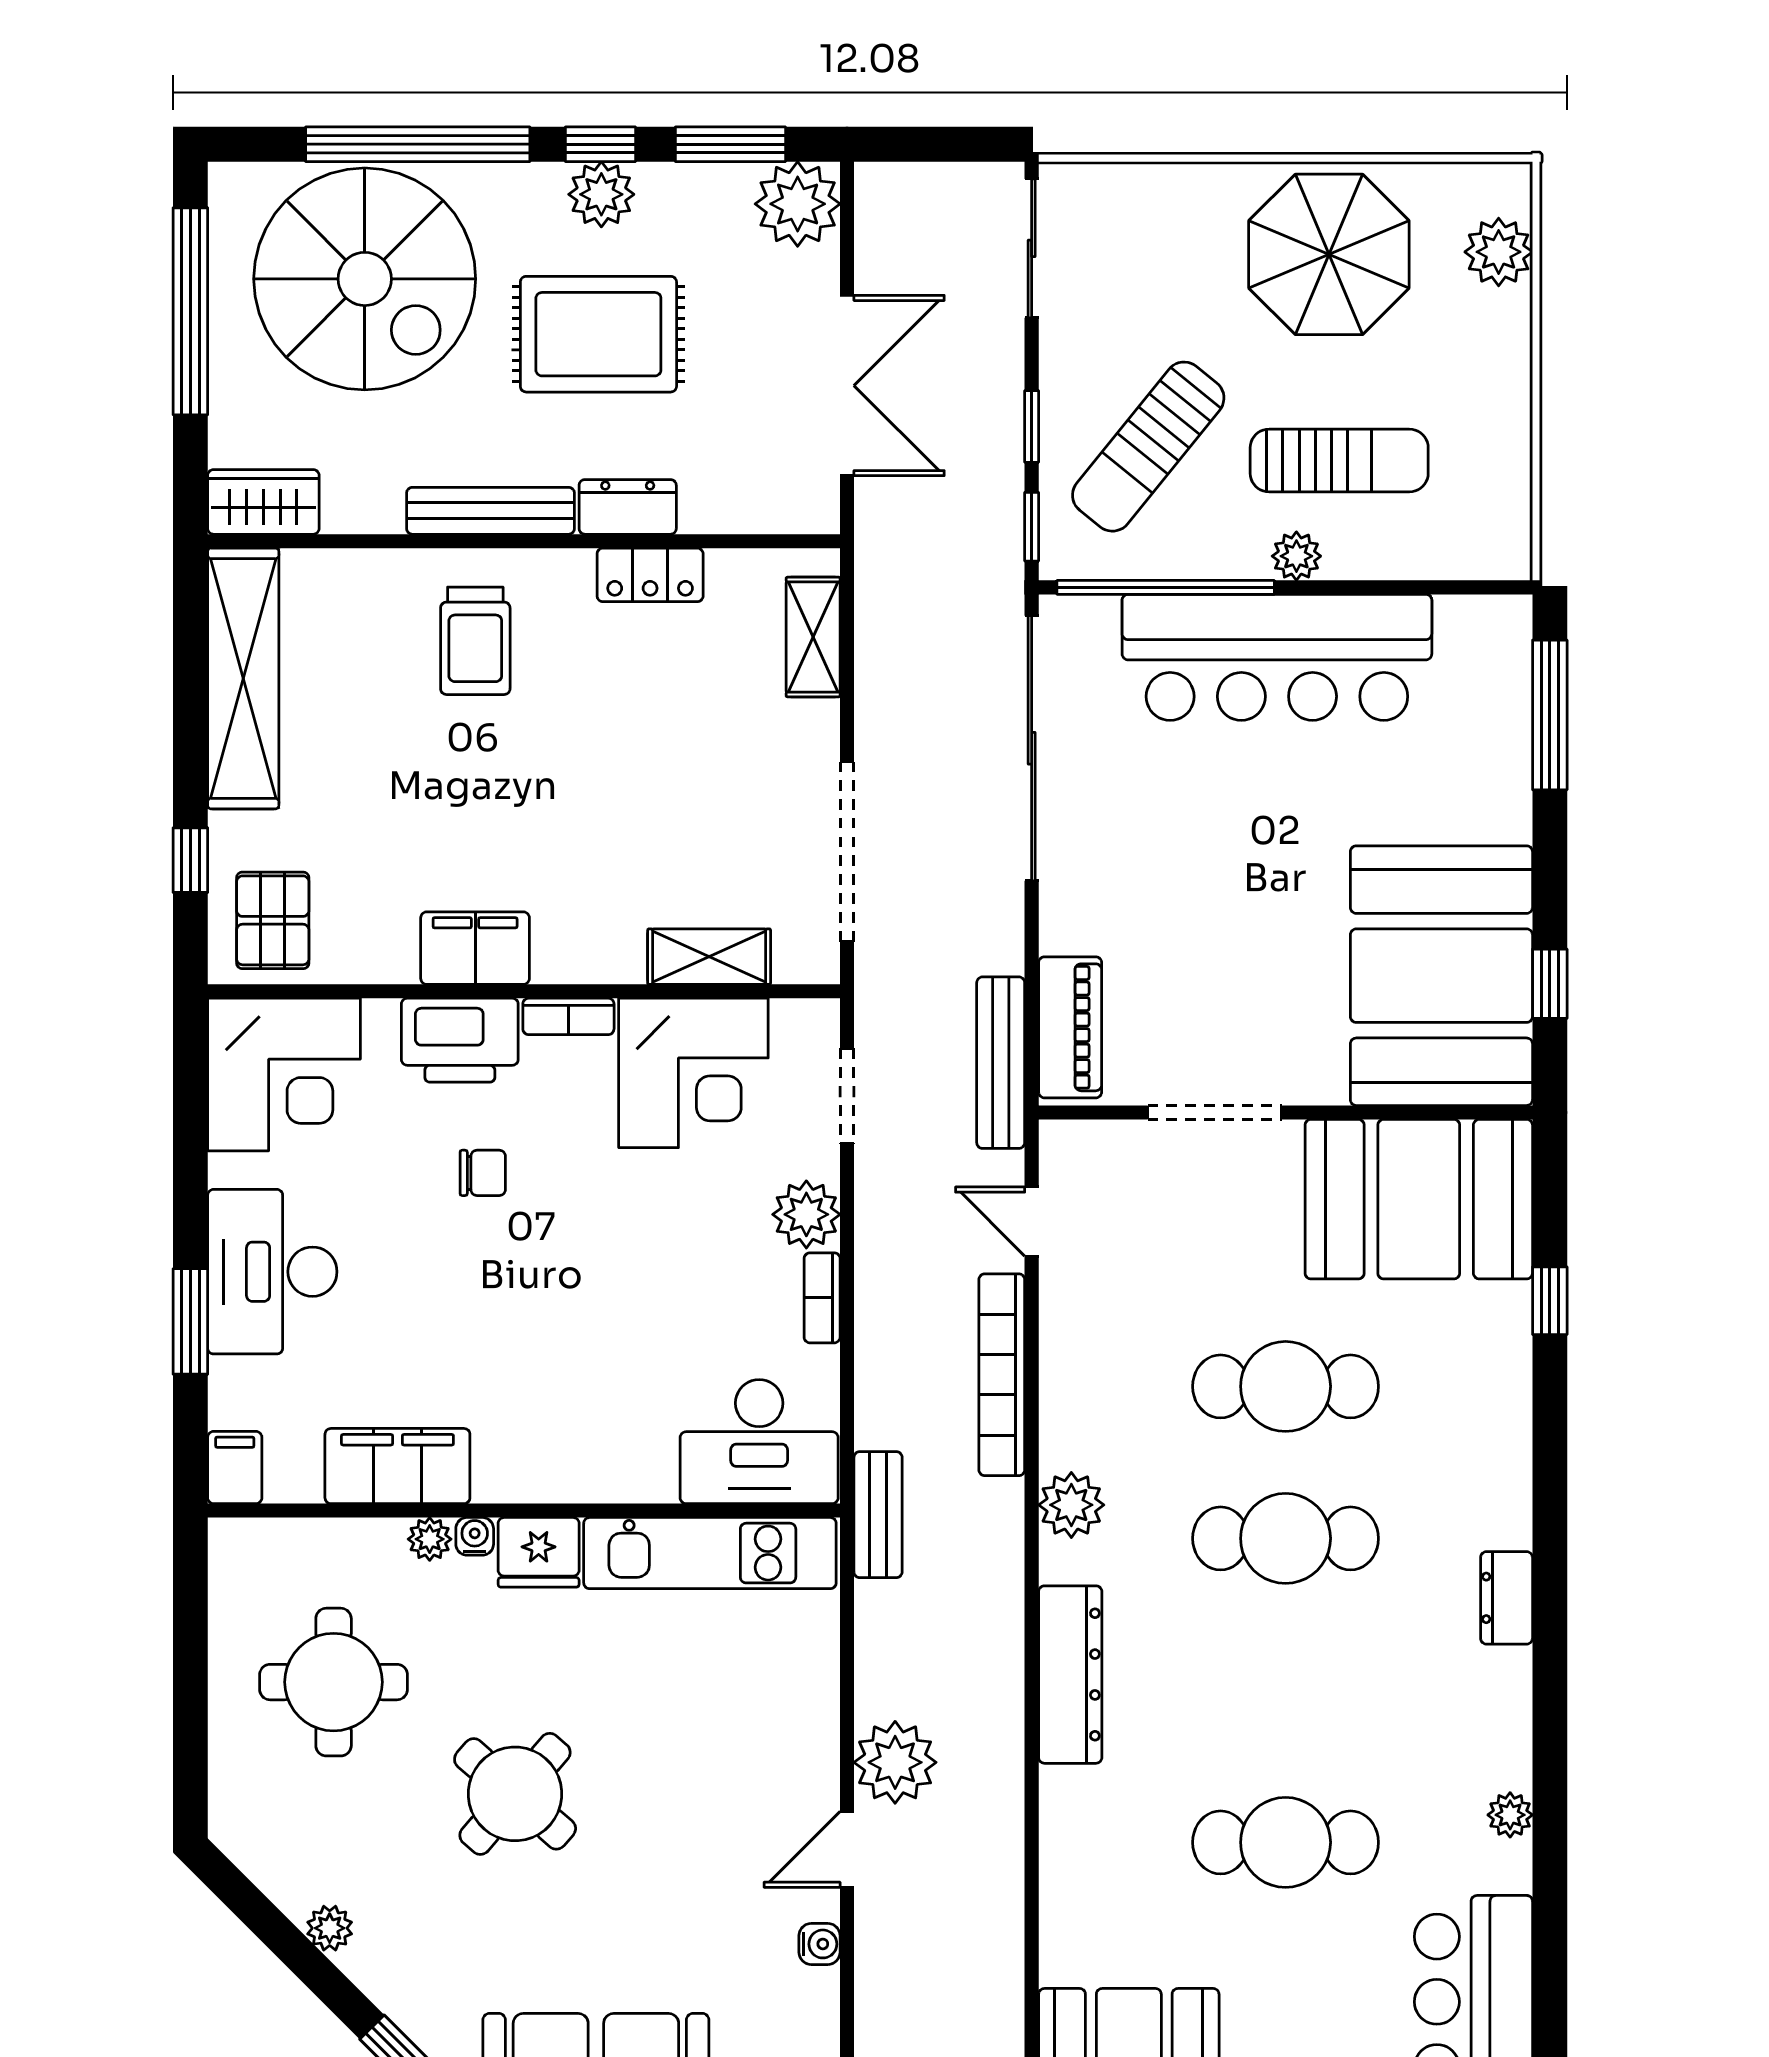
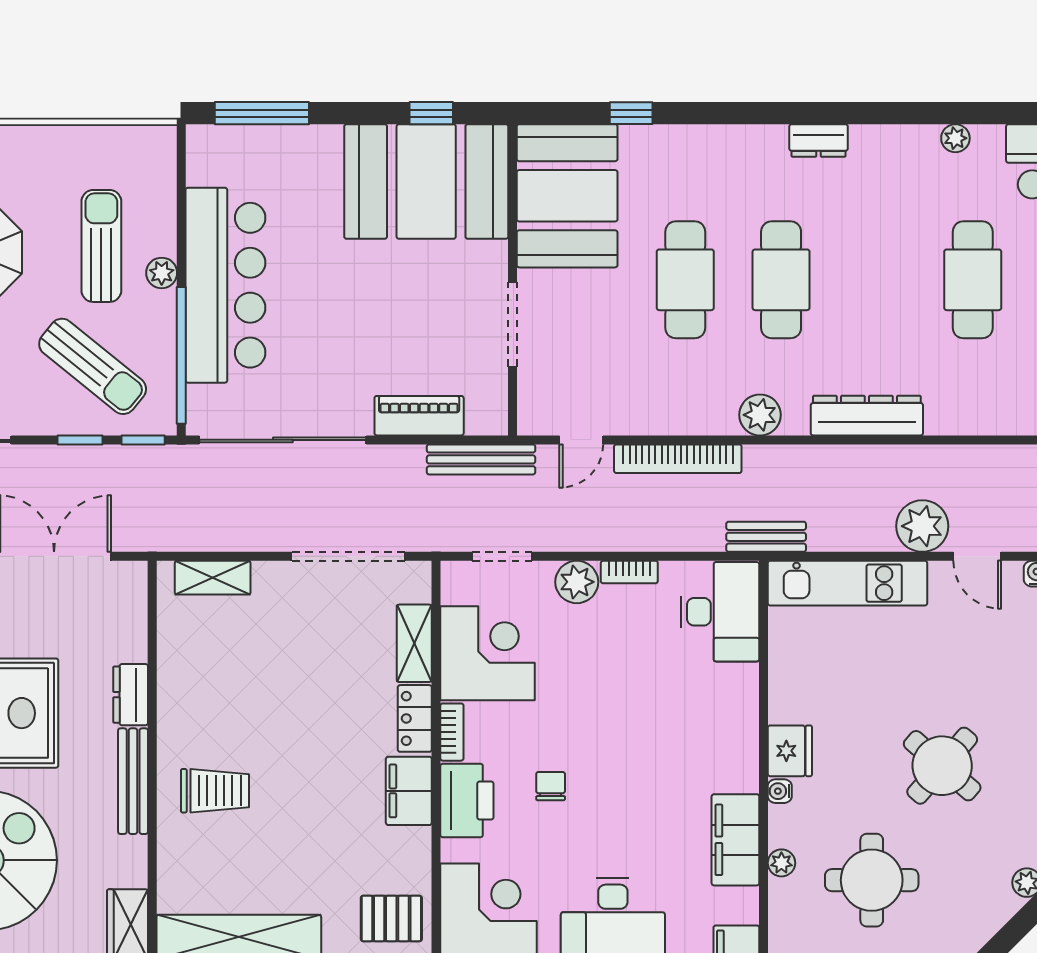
locker: (650, 575) -> (415, 718), moved, turned 180
piano: (1070, 1027) -> (419, 416), moved
plant: (430, 1539) -> (781, 863), moved
kitchen unit: (710, 1553) -> (847, 583), moved, turned 90

